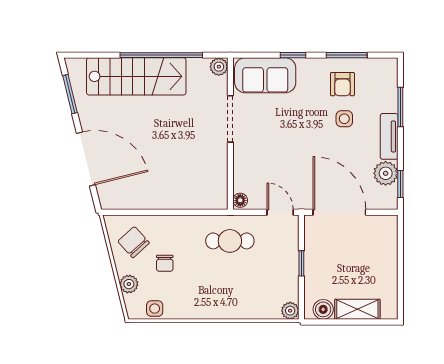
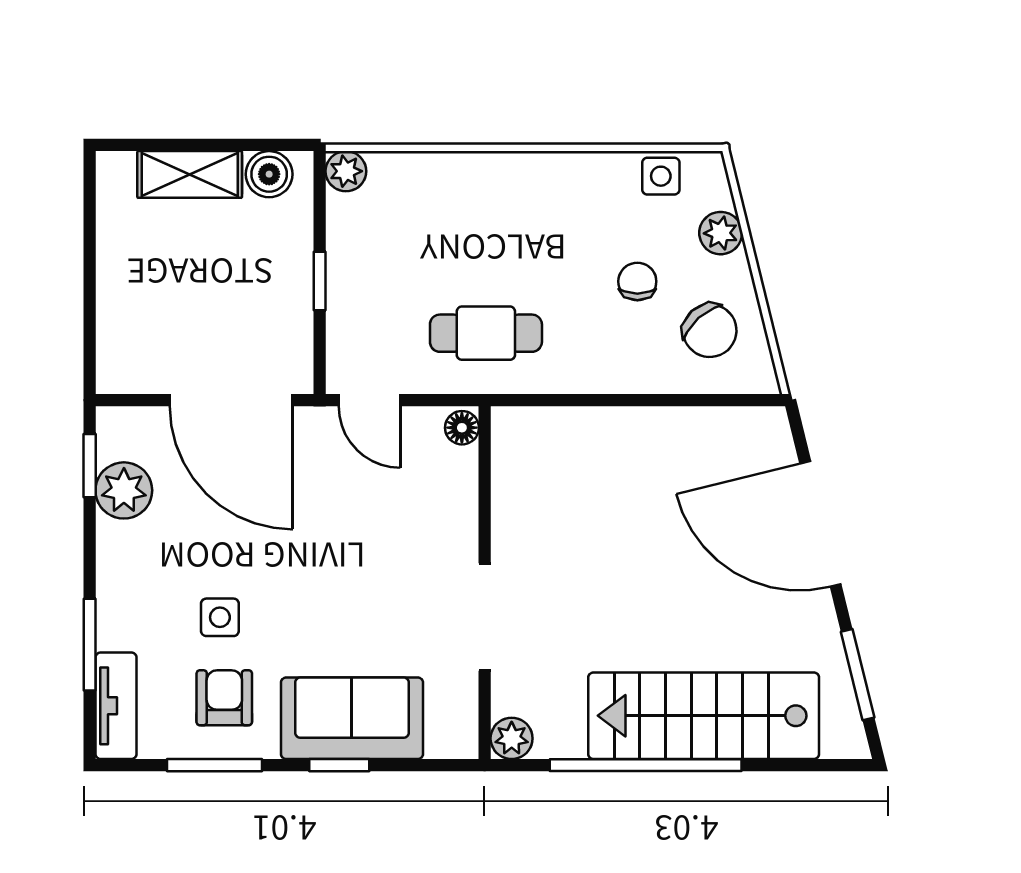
sofa: (265, 75) -> (352, 718), moved
tv unit: (389, 136) -> (116, 706), moved

